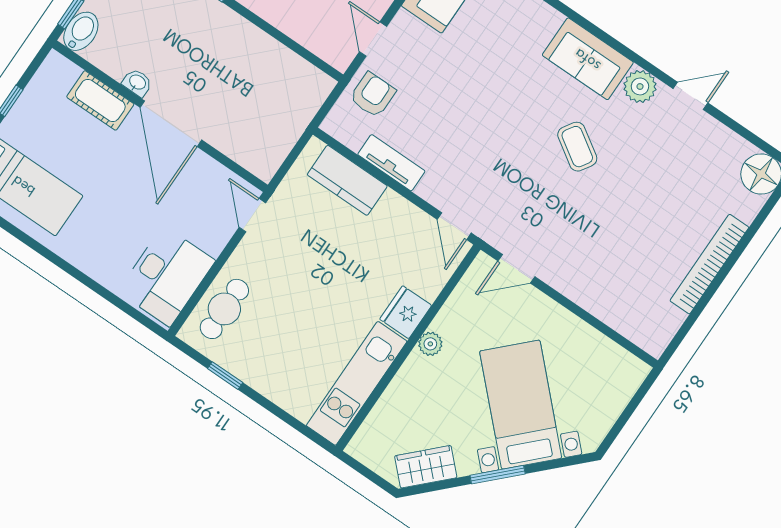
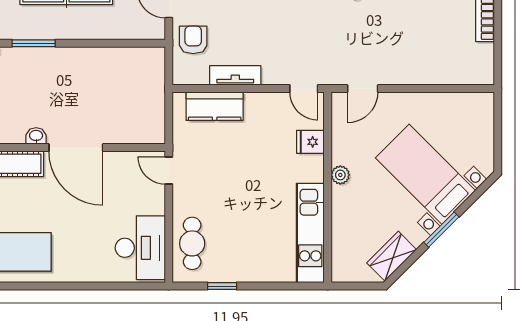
fridge: (406, 312) -> (310, 142), moved, width x0.72

